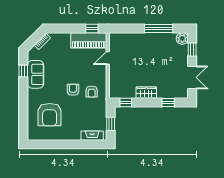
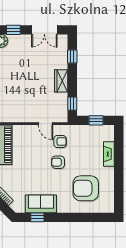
door: (108, 58) -> (46, 124), moved
double door: (192, 77) -> (44, 30), swing flipped
armchair: (50, 115) -> (86, 188), turned 180
fireplace: (92, 136) -> (109, 154), moved

